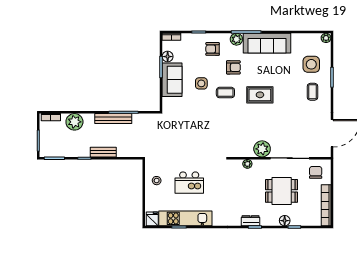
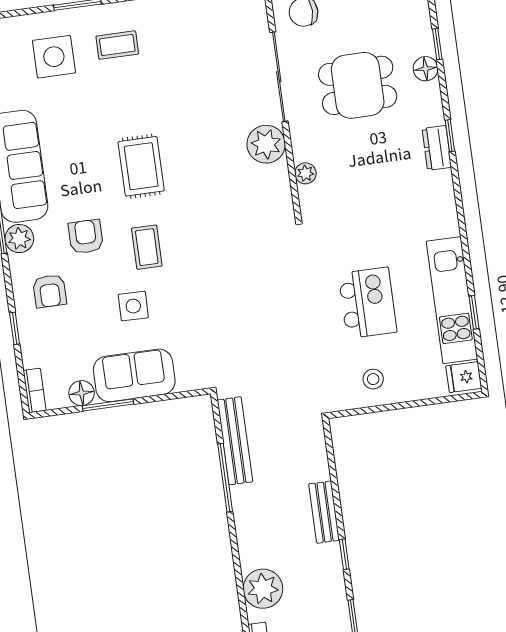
bench: (113, 119) -> (235, 441), moved
dining table: (282, 191) -> (358, 85), turned 90

